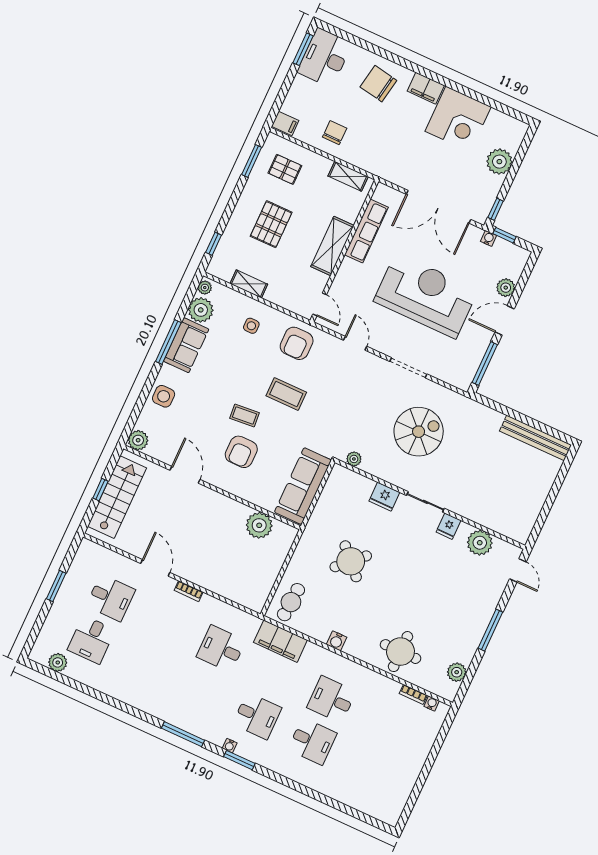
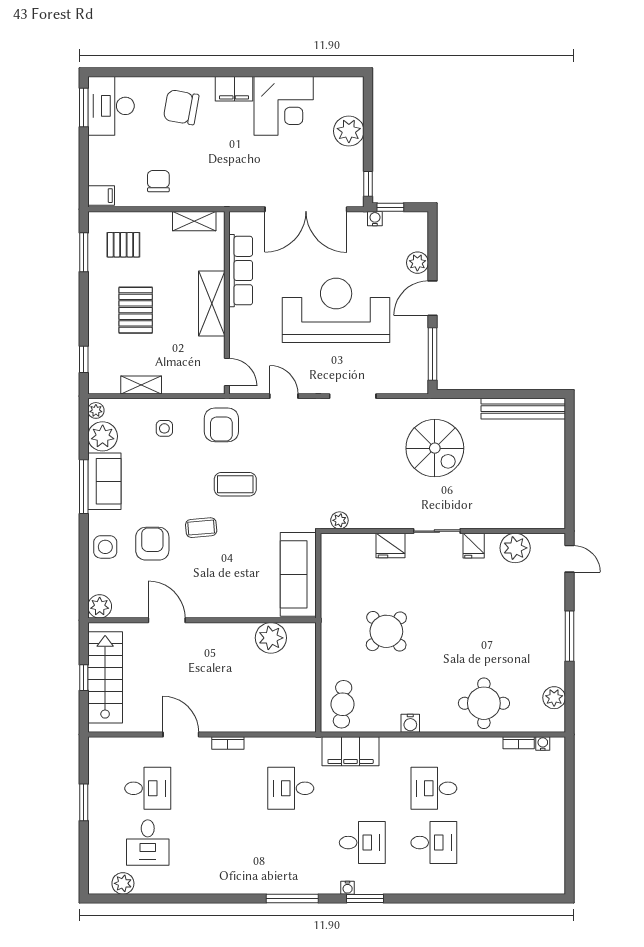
spiral stairs: (419, 432) -> (435, 448), moved, turned 90
armchair: (241, 452) -> (152, 544), moved, turned 180

